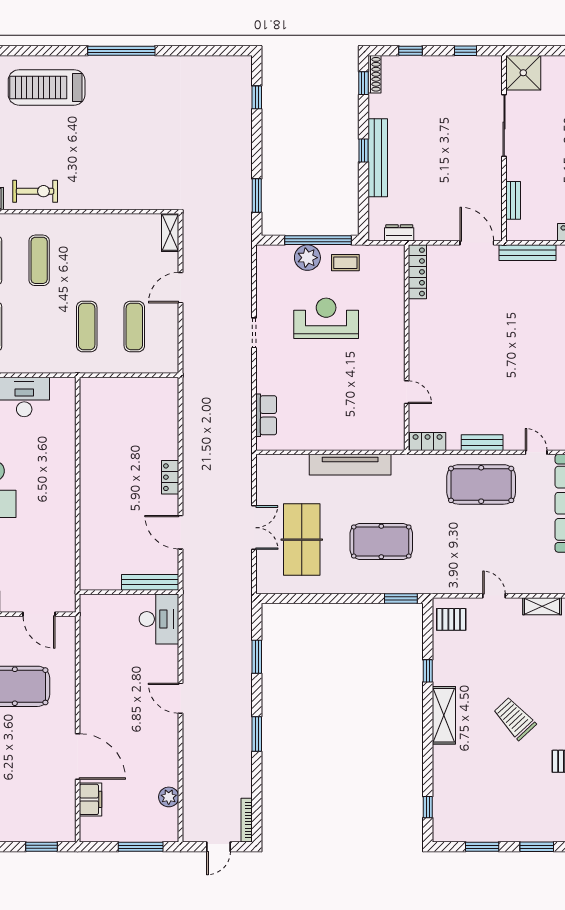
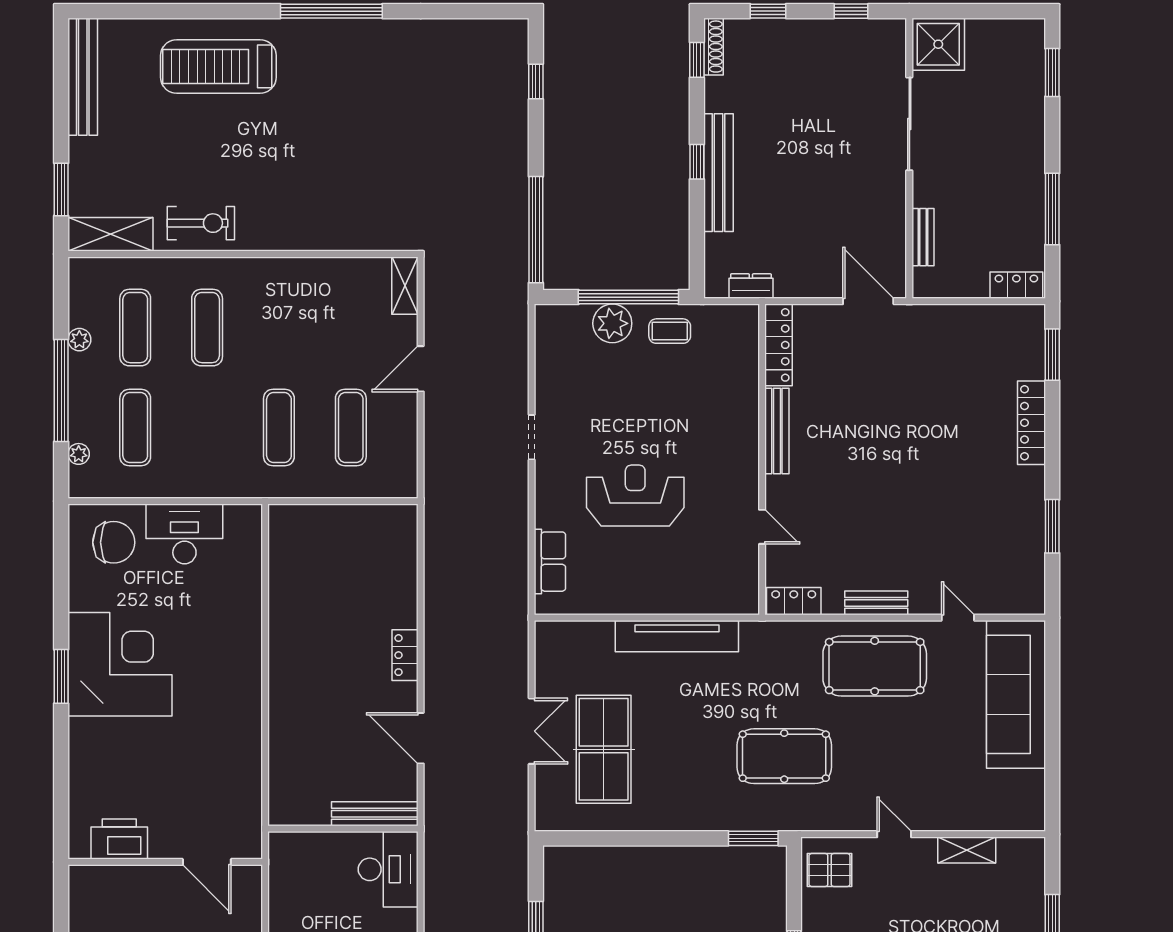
window: (257, 196) -> (536, 230), width x2.11
bench: (527, 253) -> (777, 431), moved, turned 90
reception desk: (326, 318) -> (635, 496), moved
pool table: (381, 542) -> (784, 756), moved

